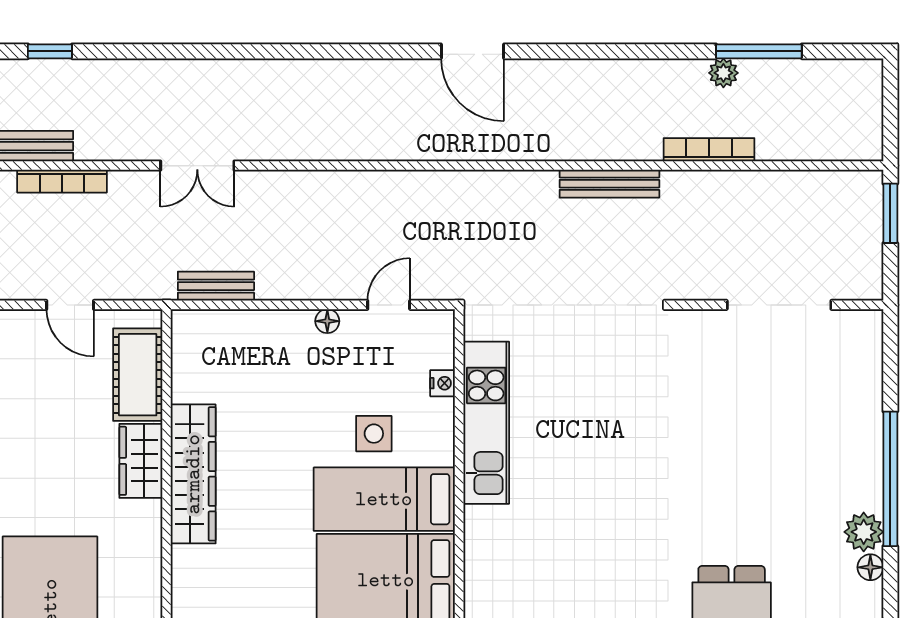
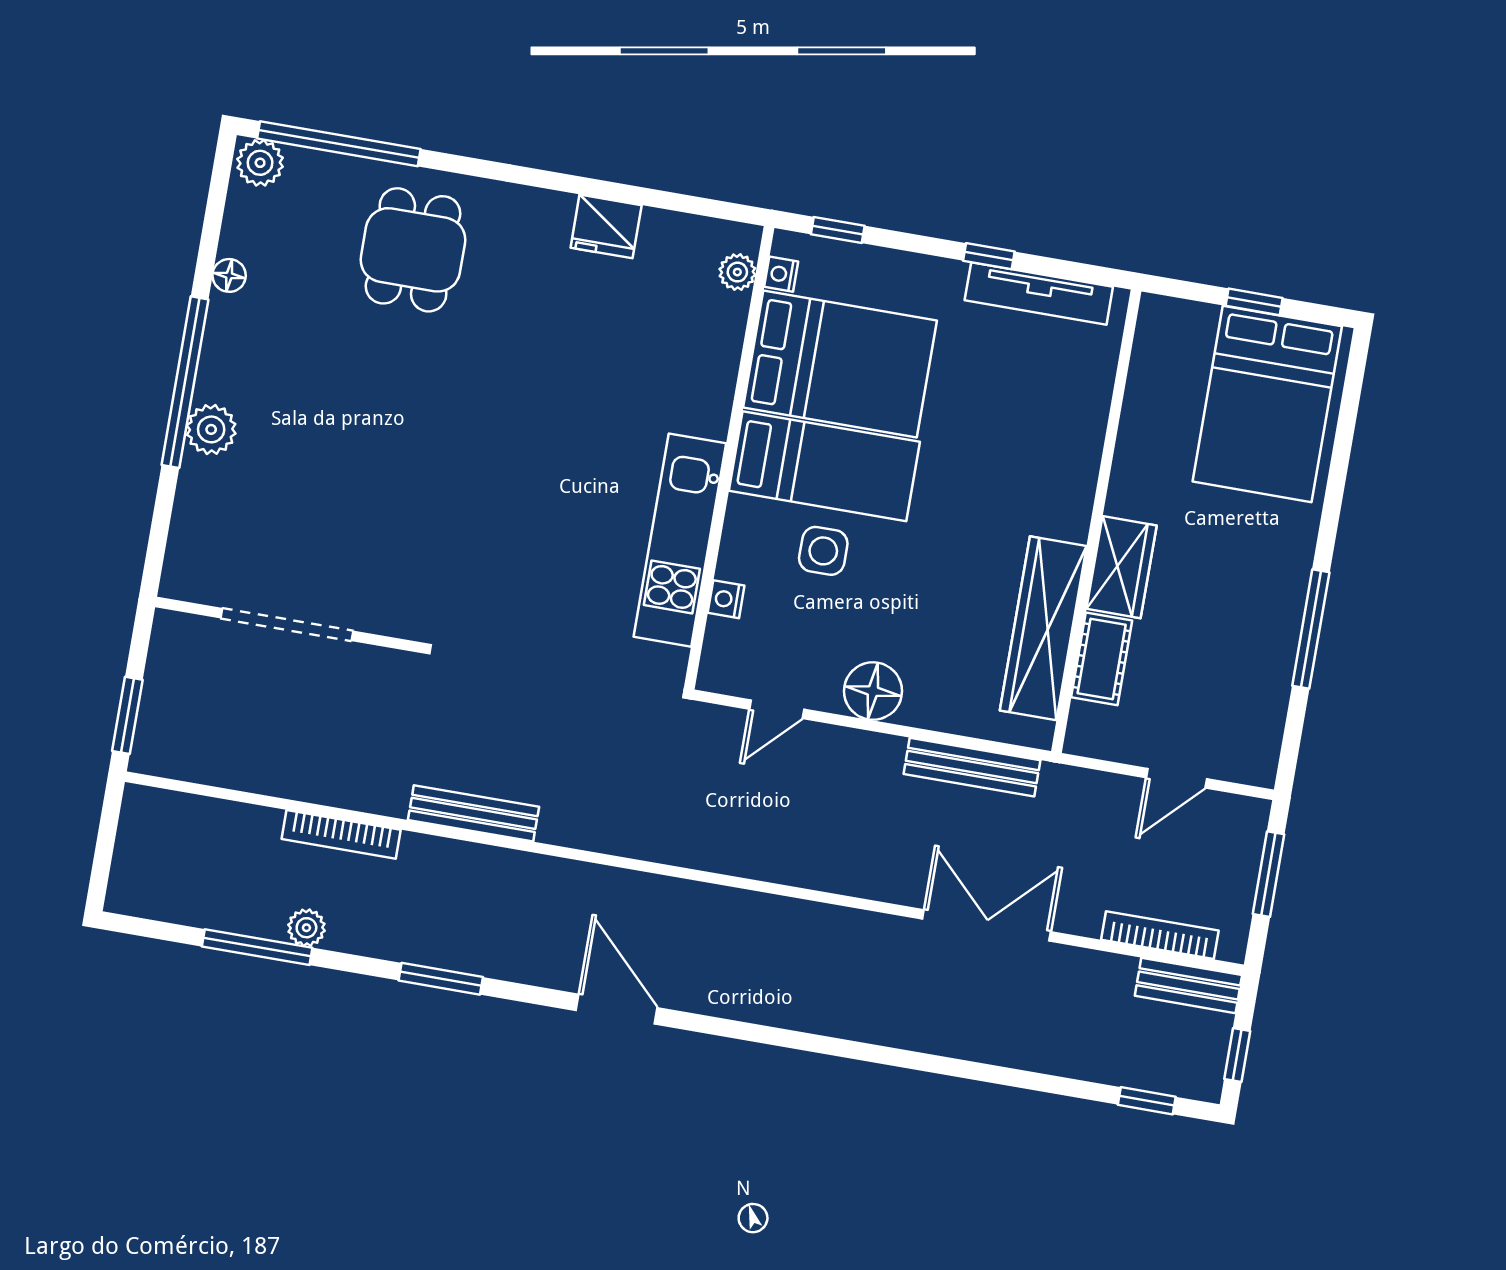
window: (613, 51) -> (441, 979), added
double door: (197, 166) -> (987, 925), width x1.37
bench: (216, 286) -> (972, 767), width x1.36
door: (70, 305) -> (1176, 778), swing flipped
floor lamp: (327, 321) -> (873, 691), width x1.89, depth x1.89
cot: (138, 375) -> (1102, 659), width x0.73, depth x0.75
wardrobe: (193, 474) -> (1043, 628), moved
plant: (864, 532) -> (211, 429), moved

